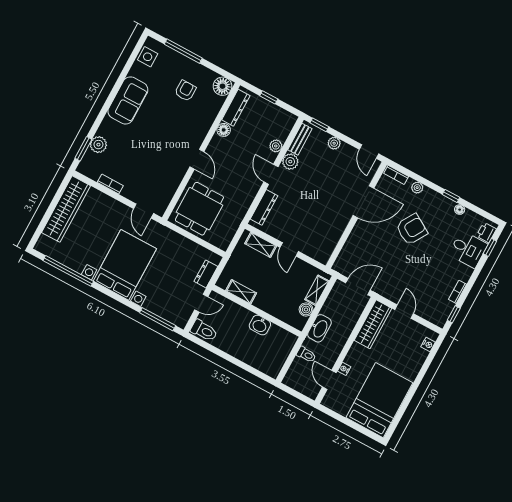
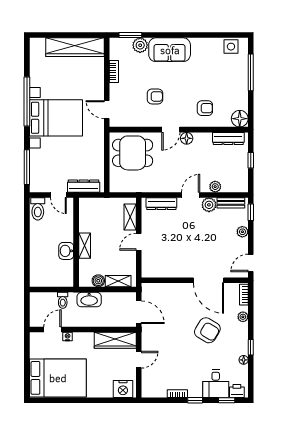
armchair: (185, 91) -> (205, 108), moved
sofa: (128, 100) -> (170, 50), moved
floor lamp: (224, 130) -> (187, 138), moved
armchair: (156, 157) -> (155, 96), added
door: (144, 211) -> (107, 110), hinge flipped
window: (68, 271) -> (27, 102), moved
dresser: (206, 274) -> (84, 186), width x1.44
shelving: (241, 292) -> (85, 246), moved
window: (454, 314) -> (195, 400), moved
nightstand: (428, 344) -> (123, 389), width x1.89, depth x1.79

